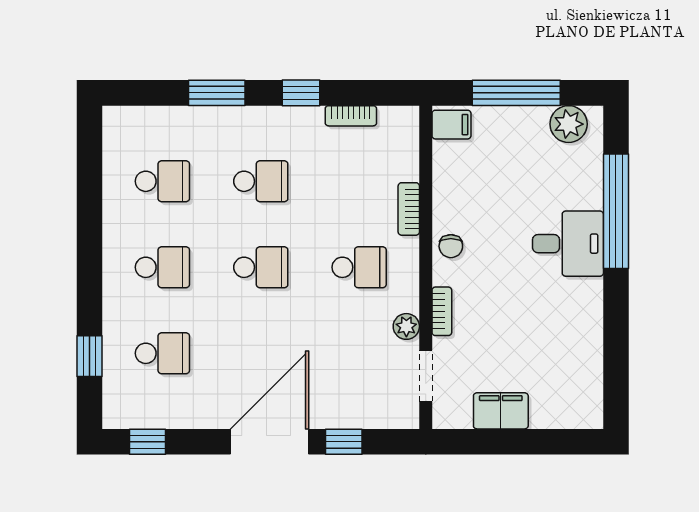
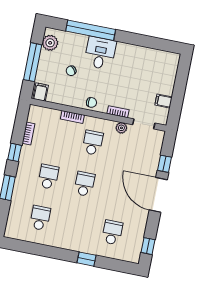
chair: (514, 185) -> (71, 71), added
school desk: (162, 267) -> (76, 225), removed
window: (89, 356) -> (87, 259), moved
filing cabinet: (501, 411) -> (164, 101), width x0.50

